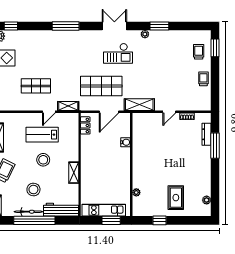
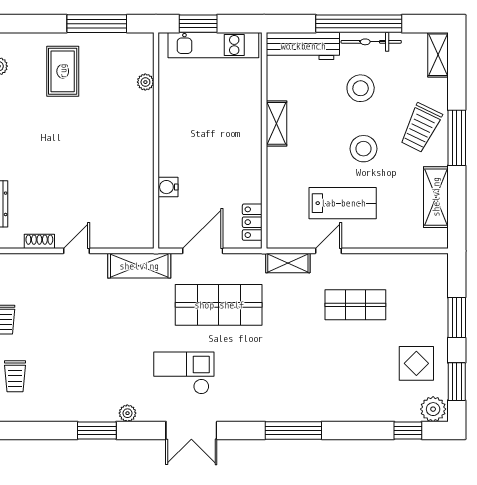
stool: (43, 160) -> (363, 149), moved
window: (160, 220) -> (97, 24), width x2.17

